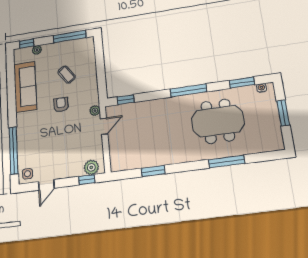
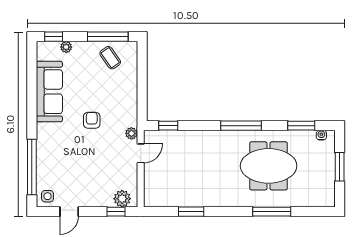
coffee table: (67, 75) -> (110, 58), moved

